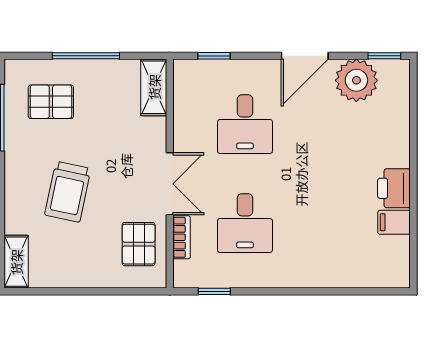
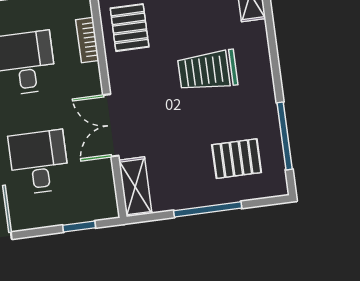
double door: (170, 184) -> (111, 125), moved
trolley: (68, 192) -> (208, 71), turned -102

